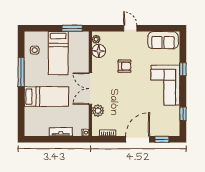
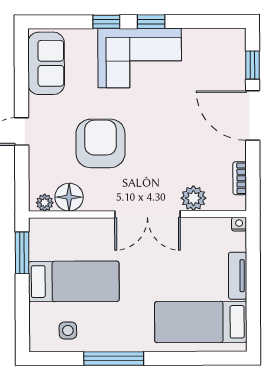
armchair: (124, 66) -> (100, 143), width x1.88, depth x1.88
bed: (46, 97) -> (201, 322), moved, turned -90
window: (183, 114) -> (151, 22), moved

